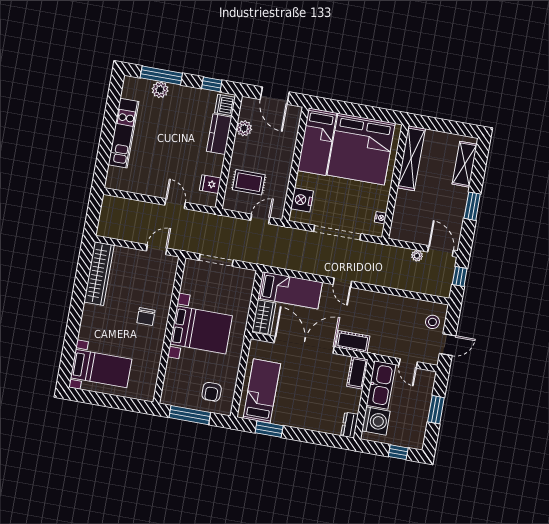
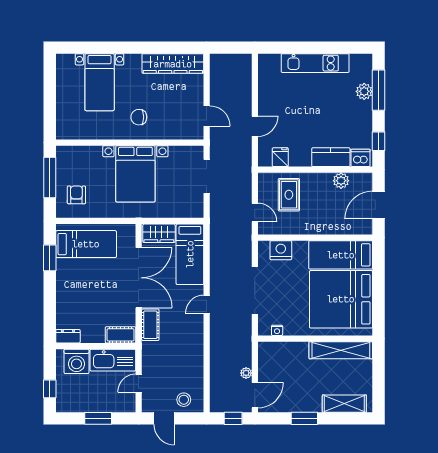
bed with nightstands: (101, 368) -> (100, 82), moved
armchair: (212, 392) -> (76, 195), turned 90

